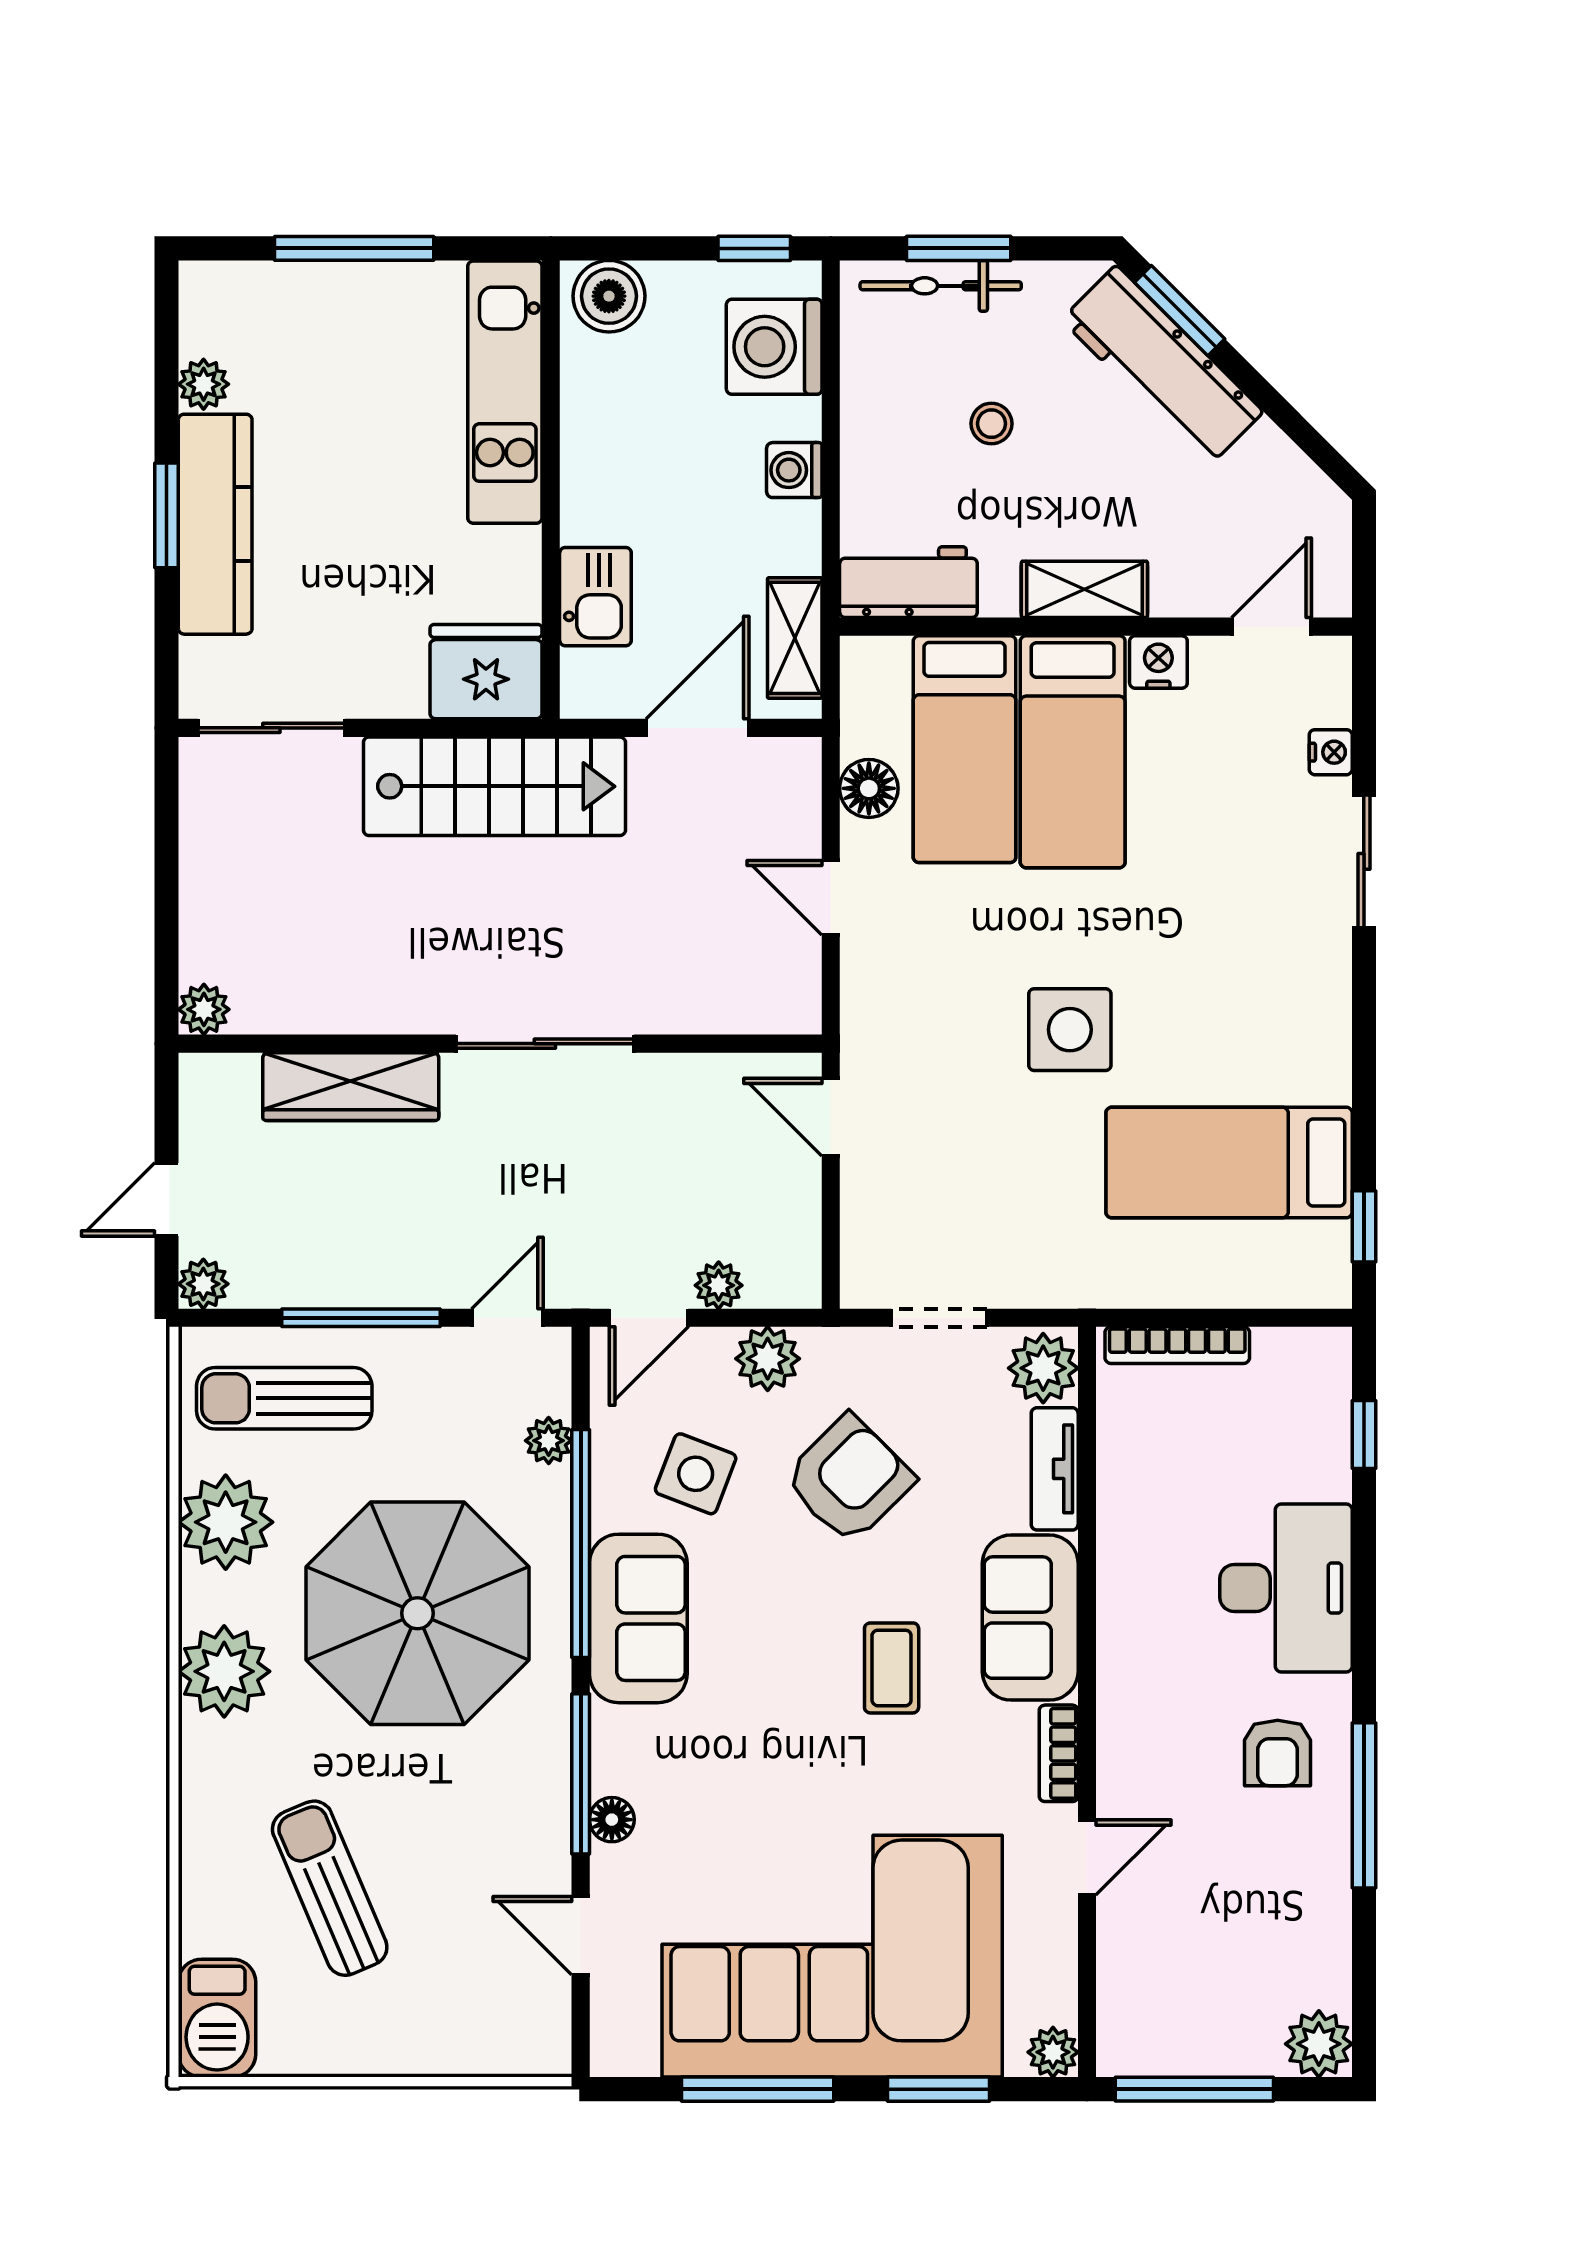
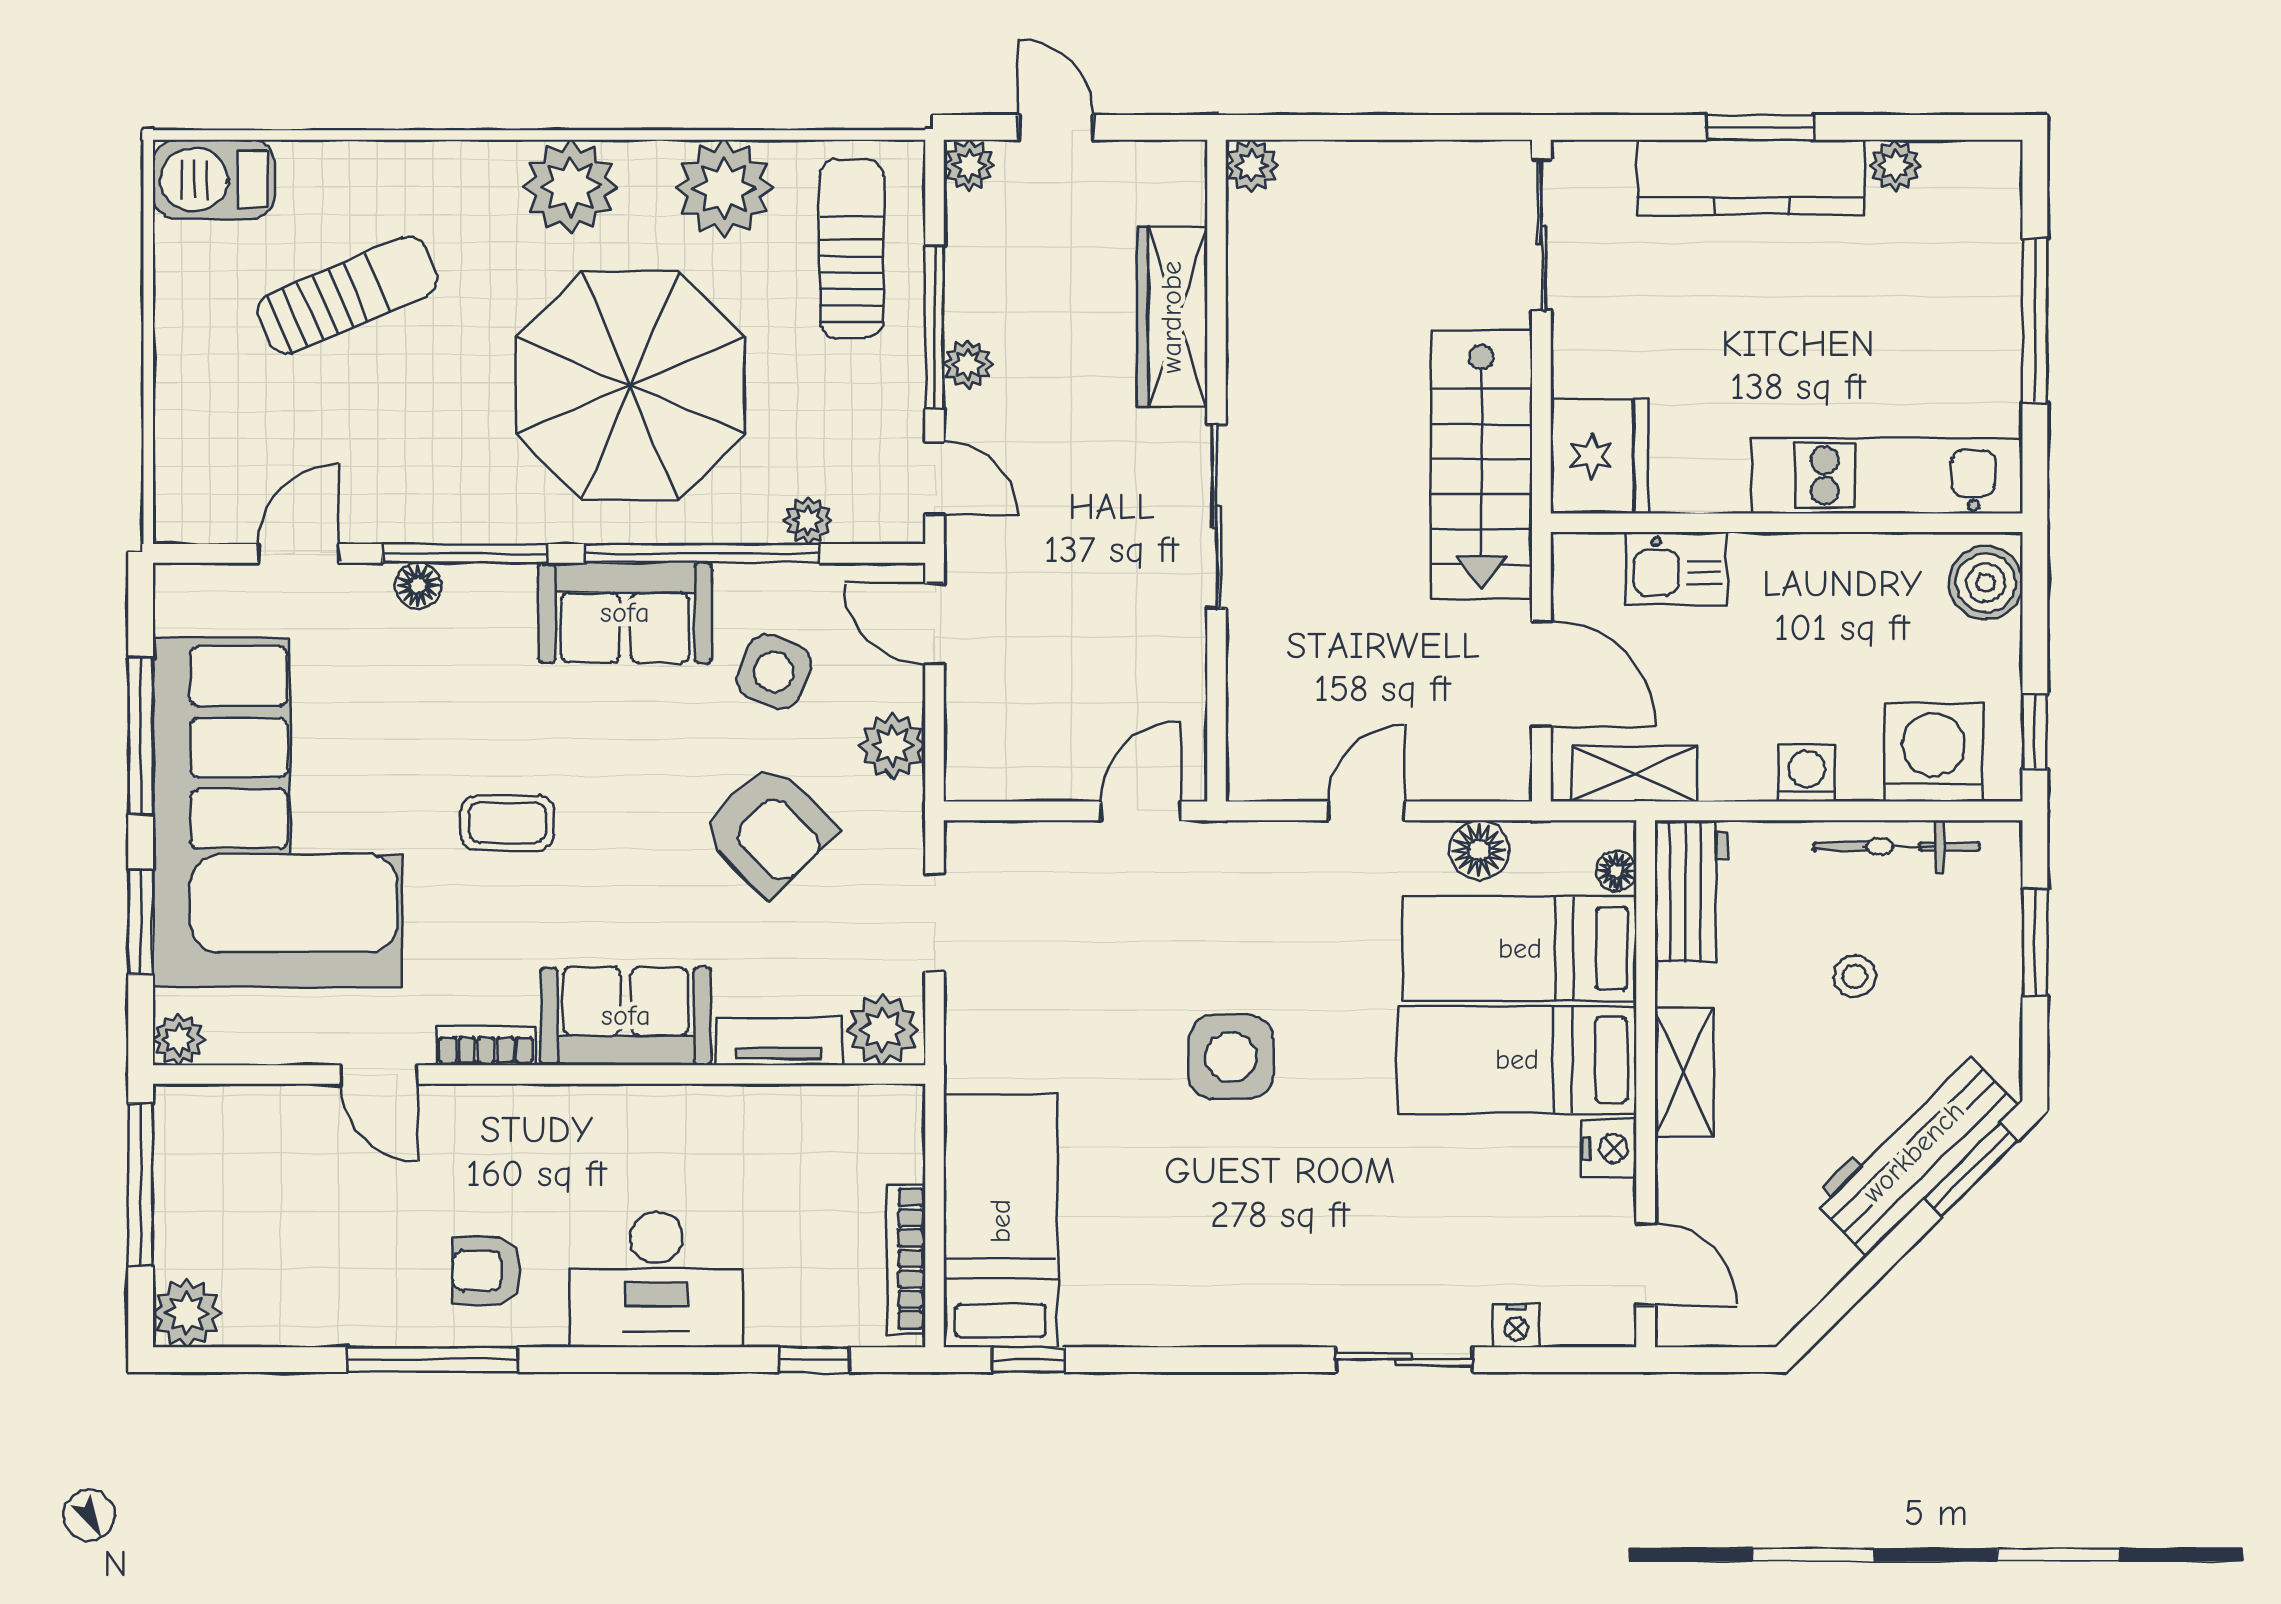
bicycle: (941, 286) -> (1896, 846), moved, turned -90
floor lamp: (889, 655) -> (1616, 871), added
bed: (1229, 1163) -> (1001, 1221), moved
plant: (719, 1285) -> (968, 364), moved
bookcase: (1177, 1345) -> (906, 1259), moved
coffee table: (892, 1668) -> (507, 823), moved

